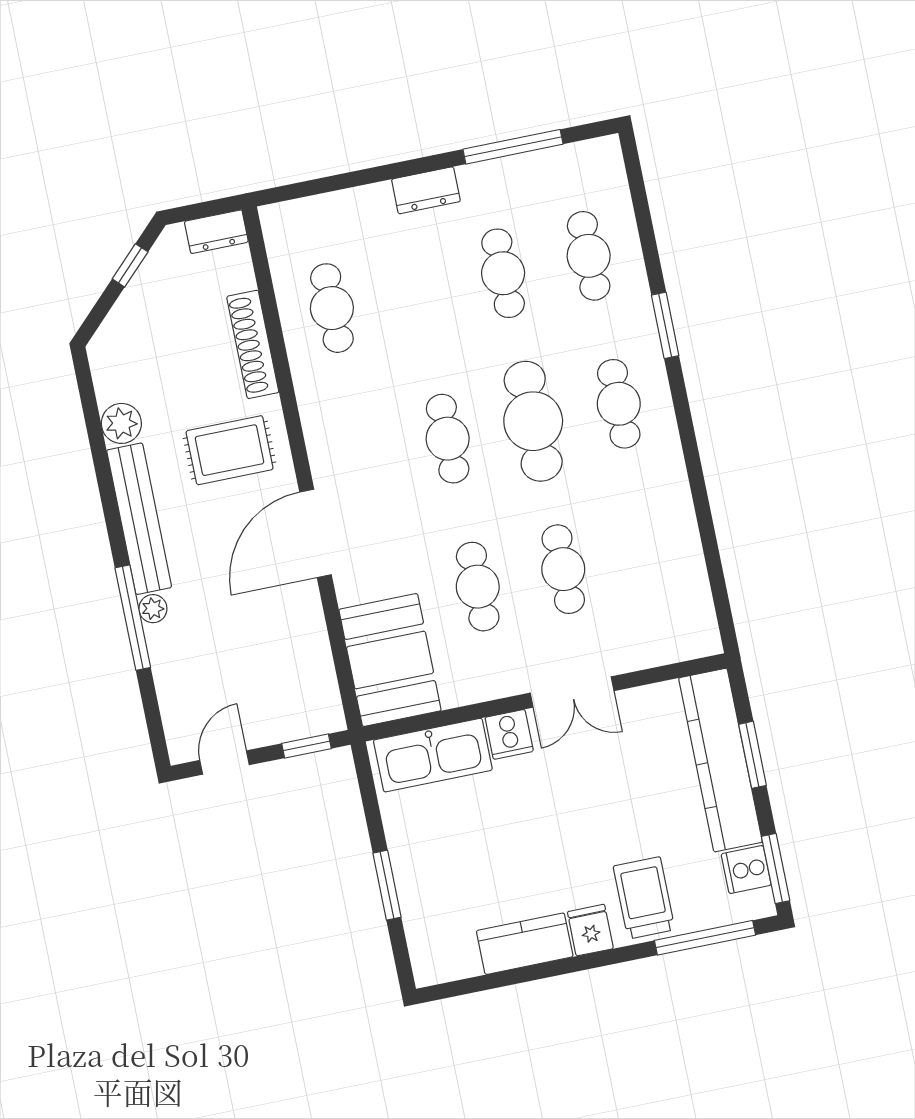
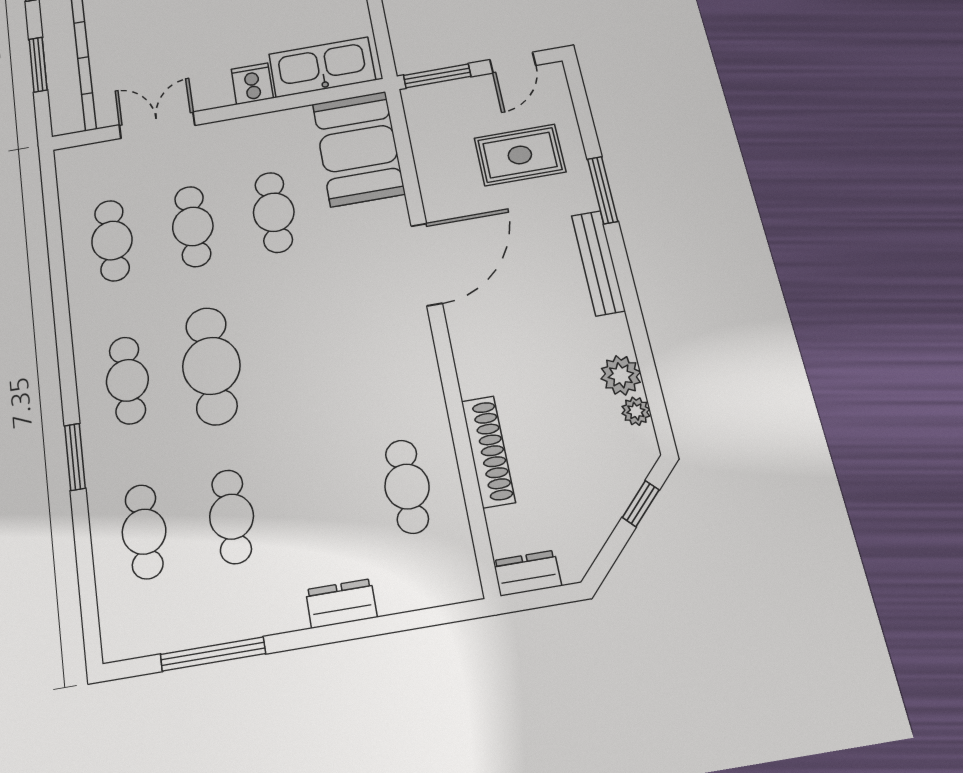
dresser: (426, 190) -> (341, 603), moved
window: (130, 265) -> (641, 504), moved
cafe table: (448, 439) -> (112, 241), moved
rug: (230, 450) -> (520, 155), moved
bench: (139, 519) -> (598, 263), width x0.73, depth x0.82
plant: (153, 609) -> (636, 411), moved
window: (133, 618) -> (603, 190), width x0.69
double door: (572, 692) -> (157, 125), moved
window: (306, 746) -> (437, 76), width x1.50

